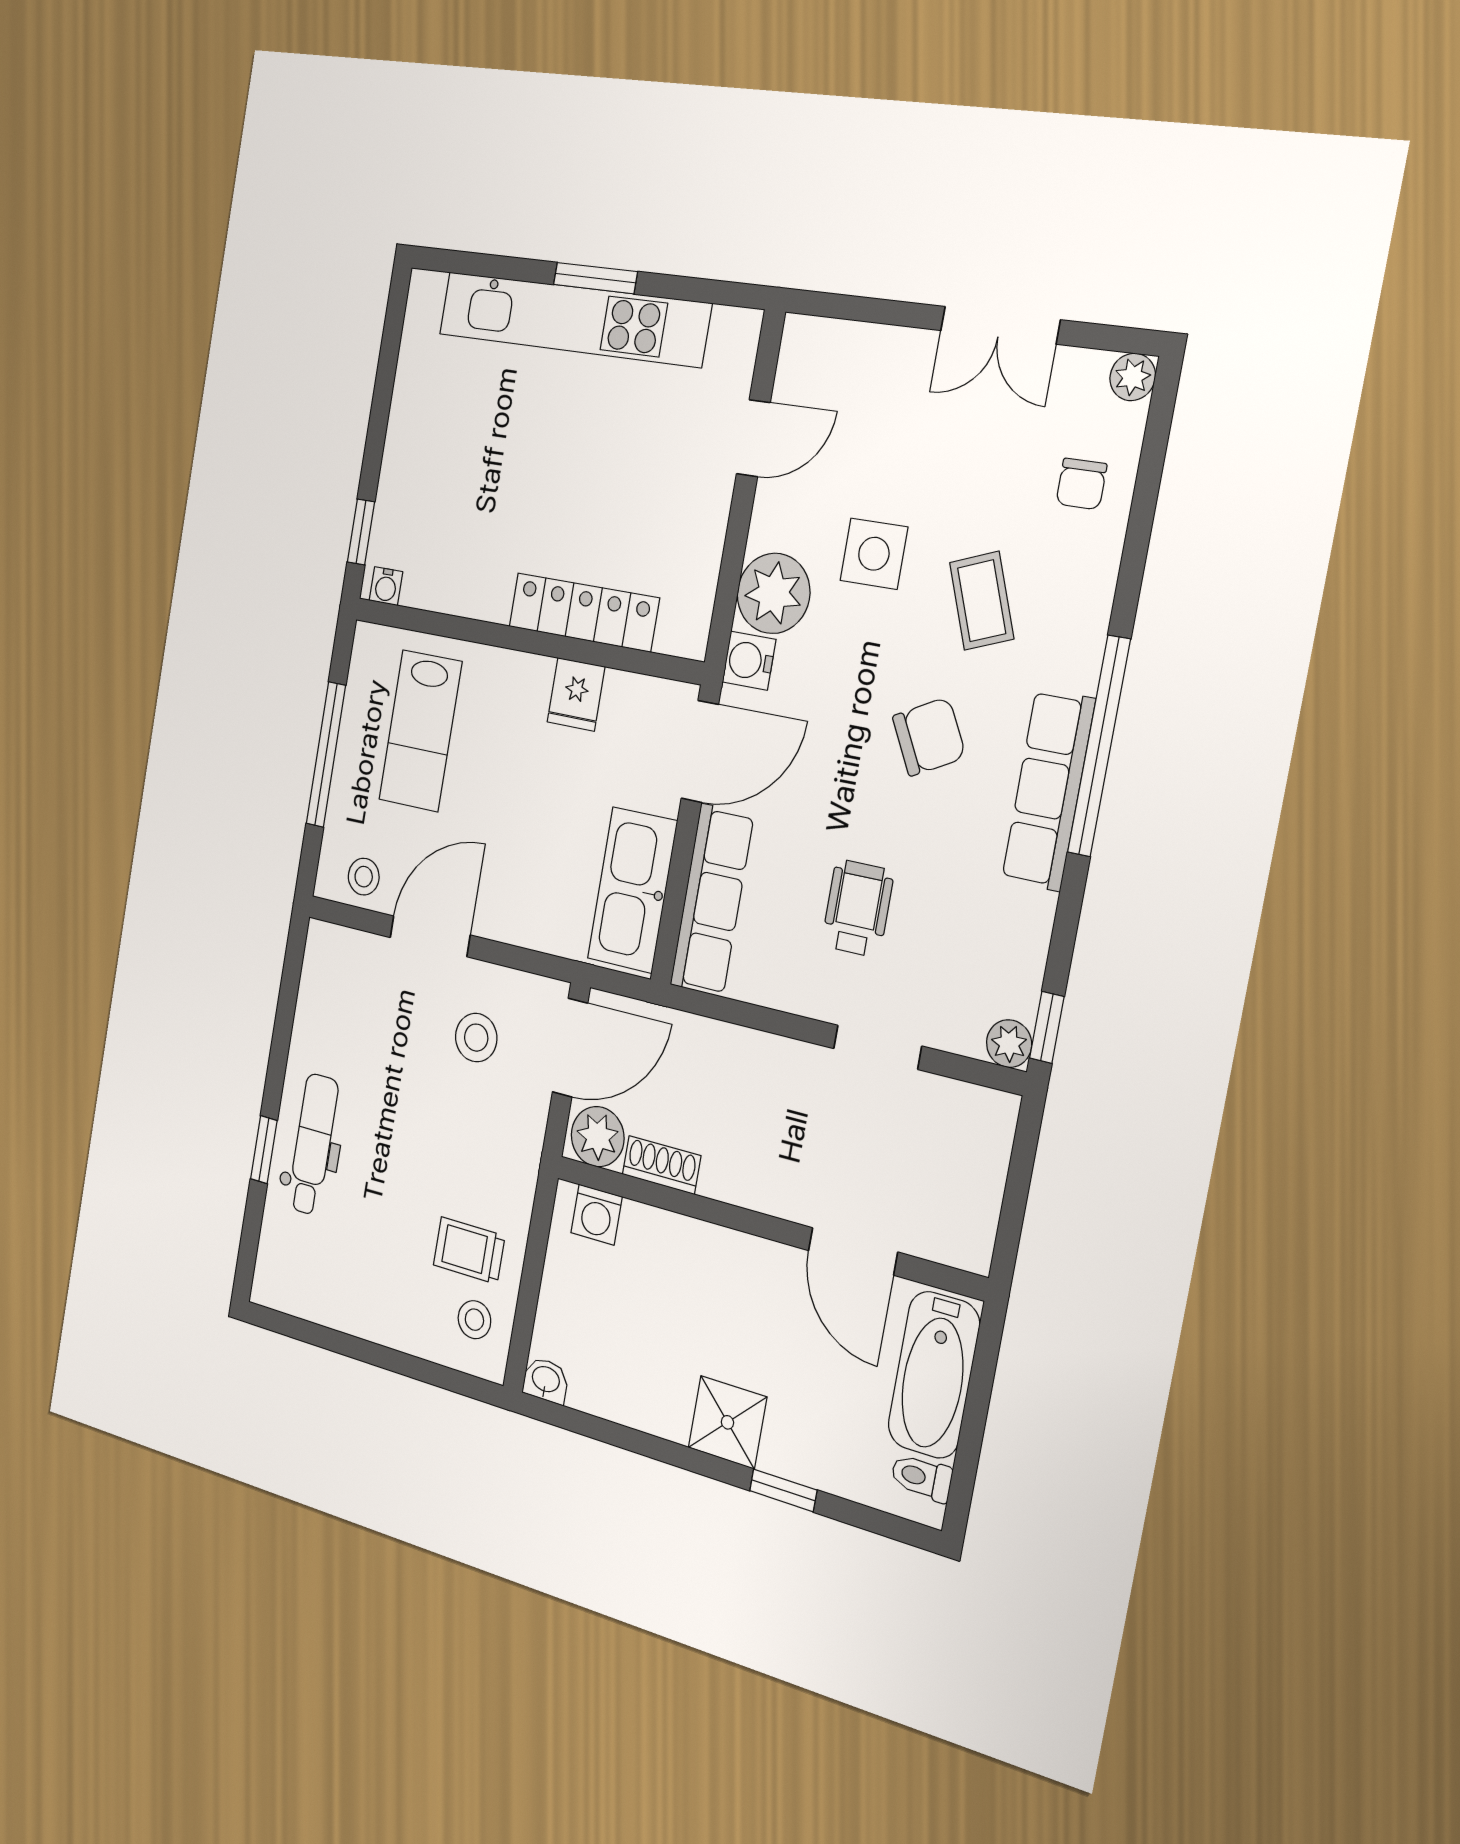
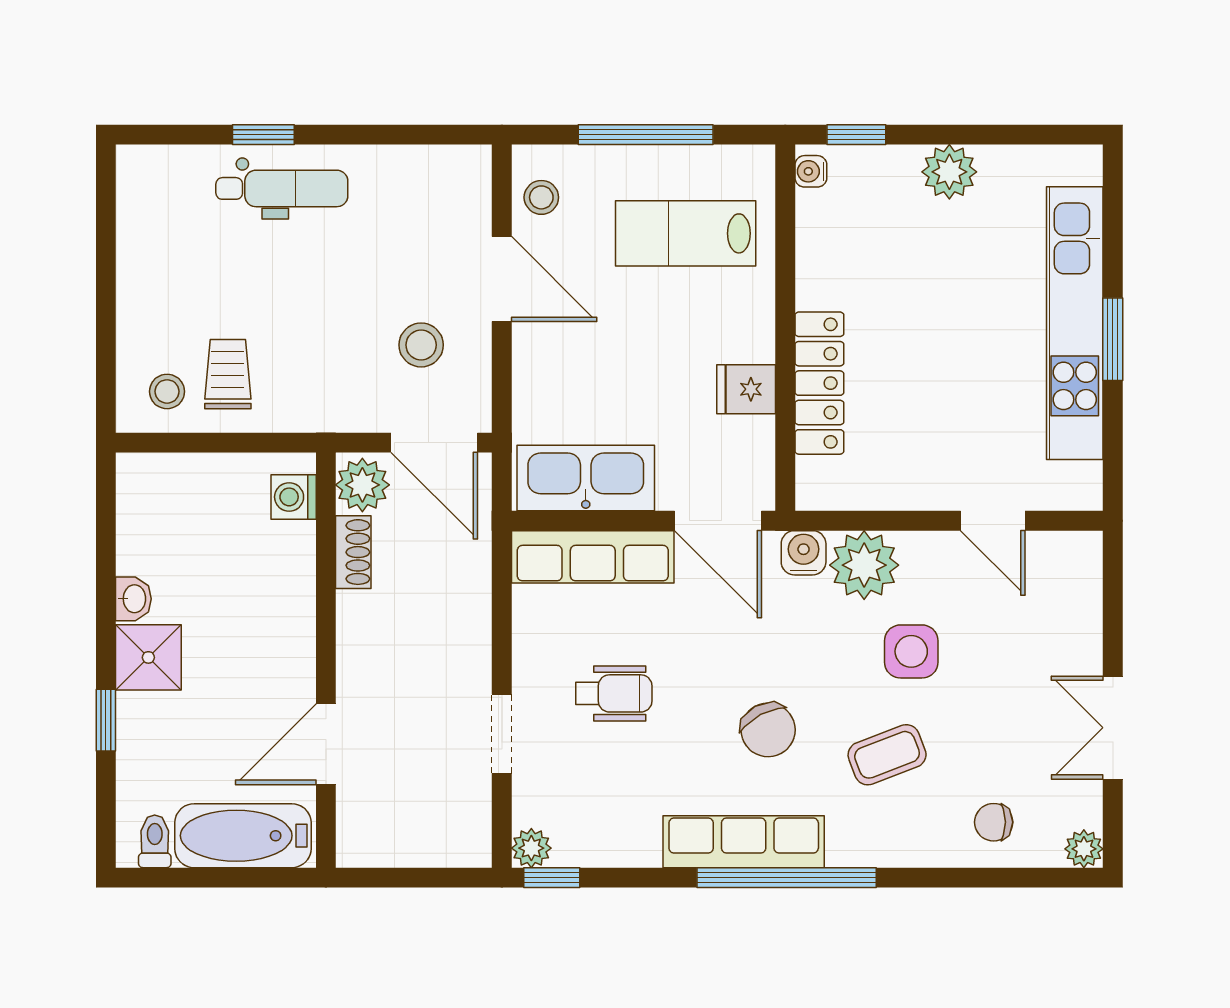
plant: (410, 437) -> (949, 172), added
washbasin: (546, 1380) -> (133, 599), moved

